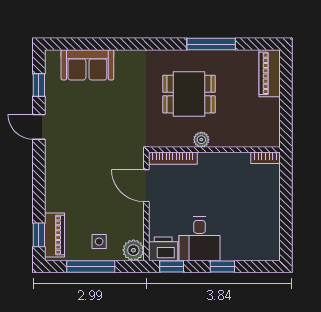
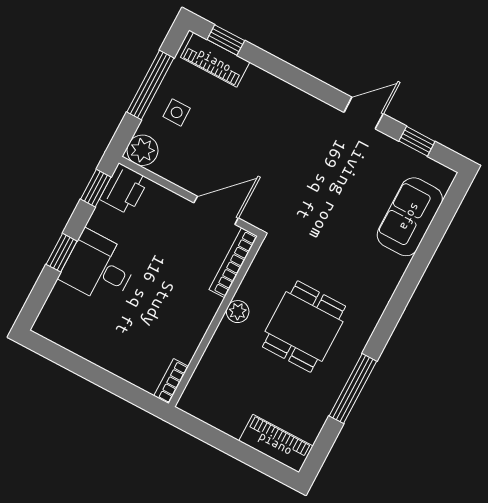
desk: (199, 239) -> (99, 268), moved

